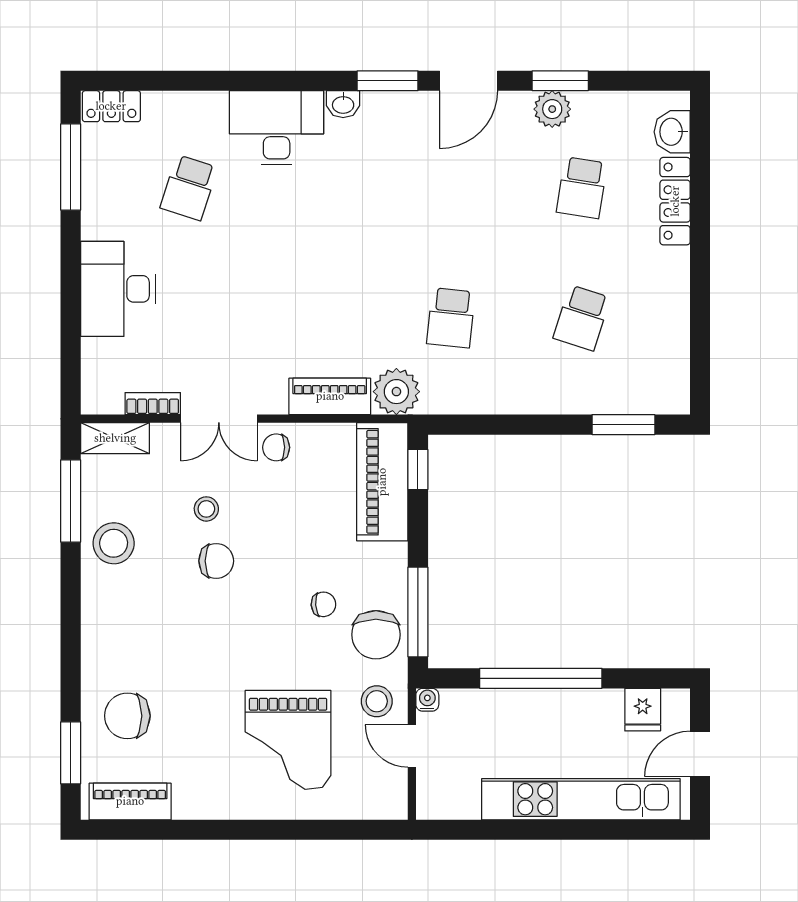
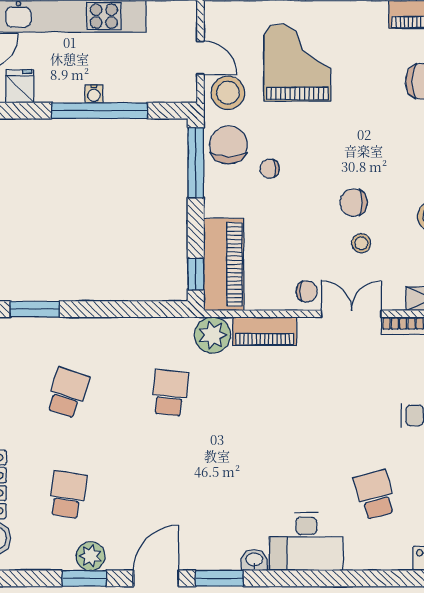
school desk: (189, 188) -> (375, 495), turned -33
water cooler: (427, 700) -> (94, 94), moved
stool: (377, 701) -> (228, 93), width x1.38, depth x1.38

